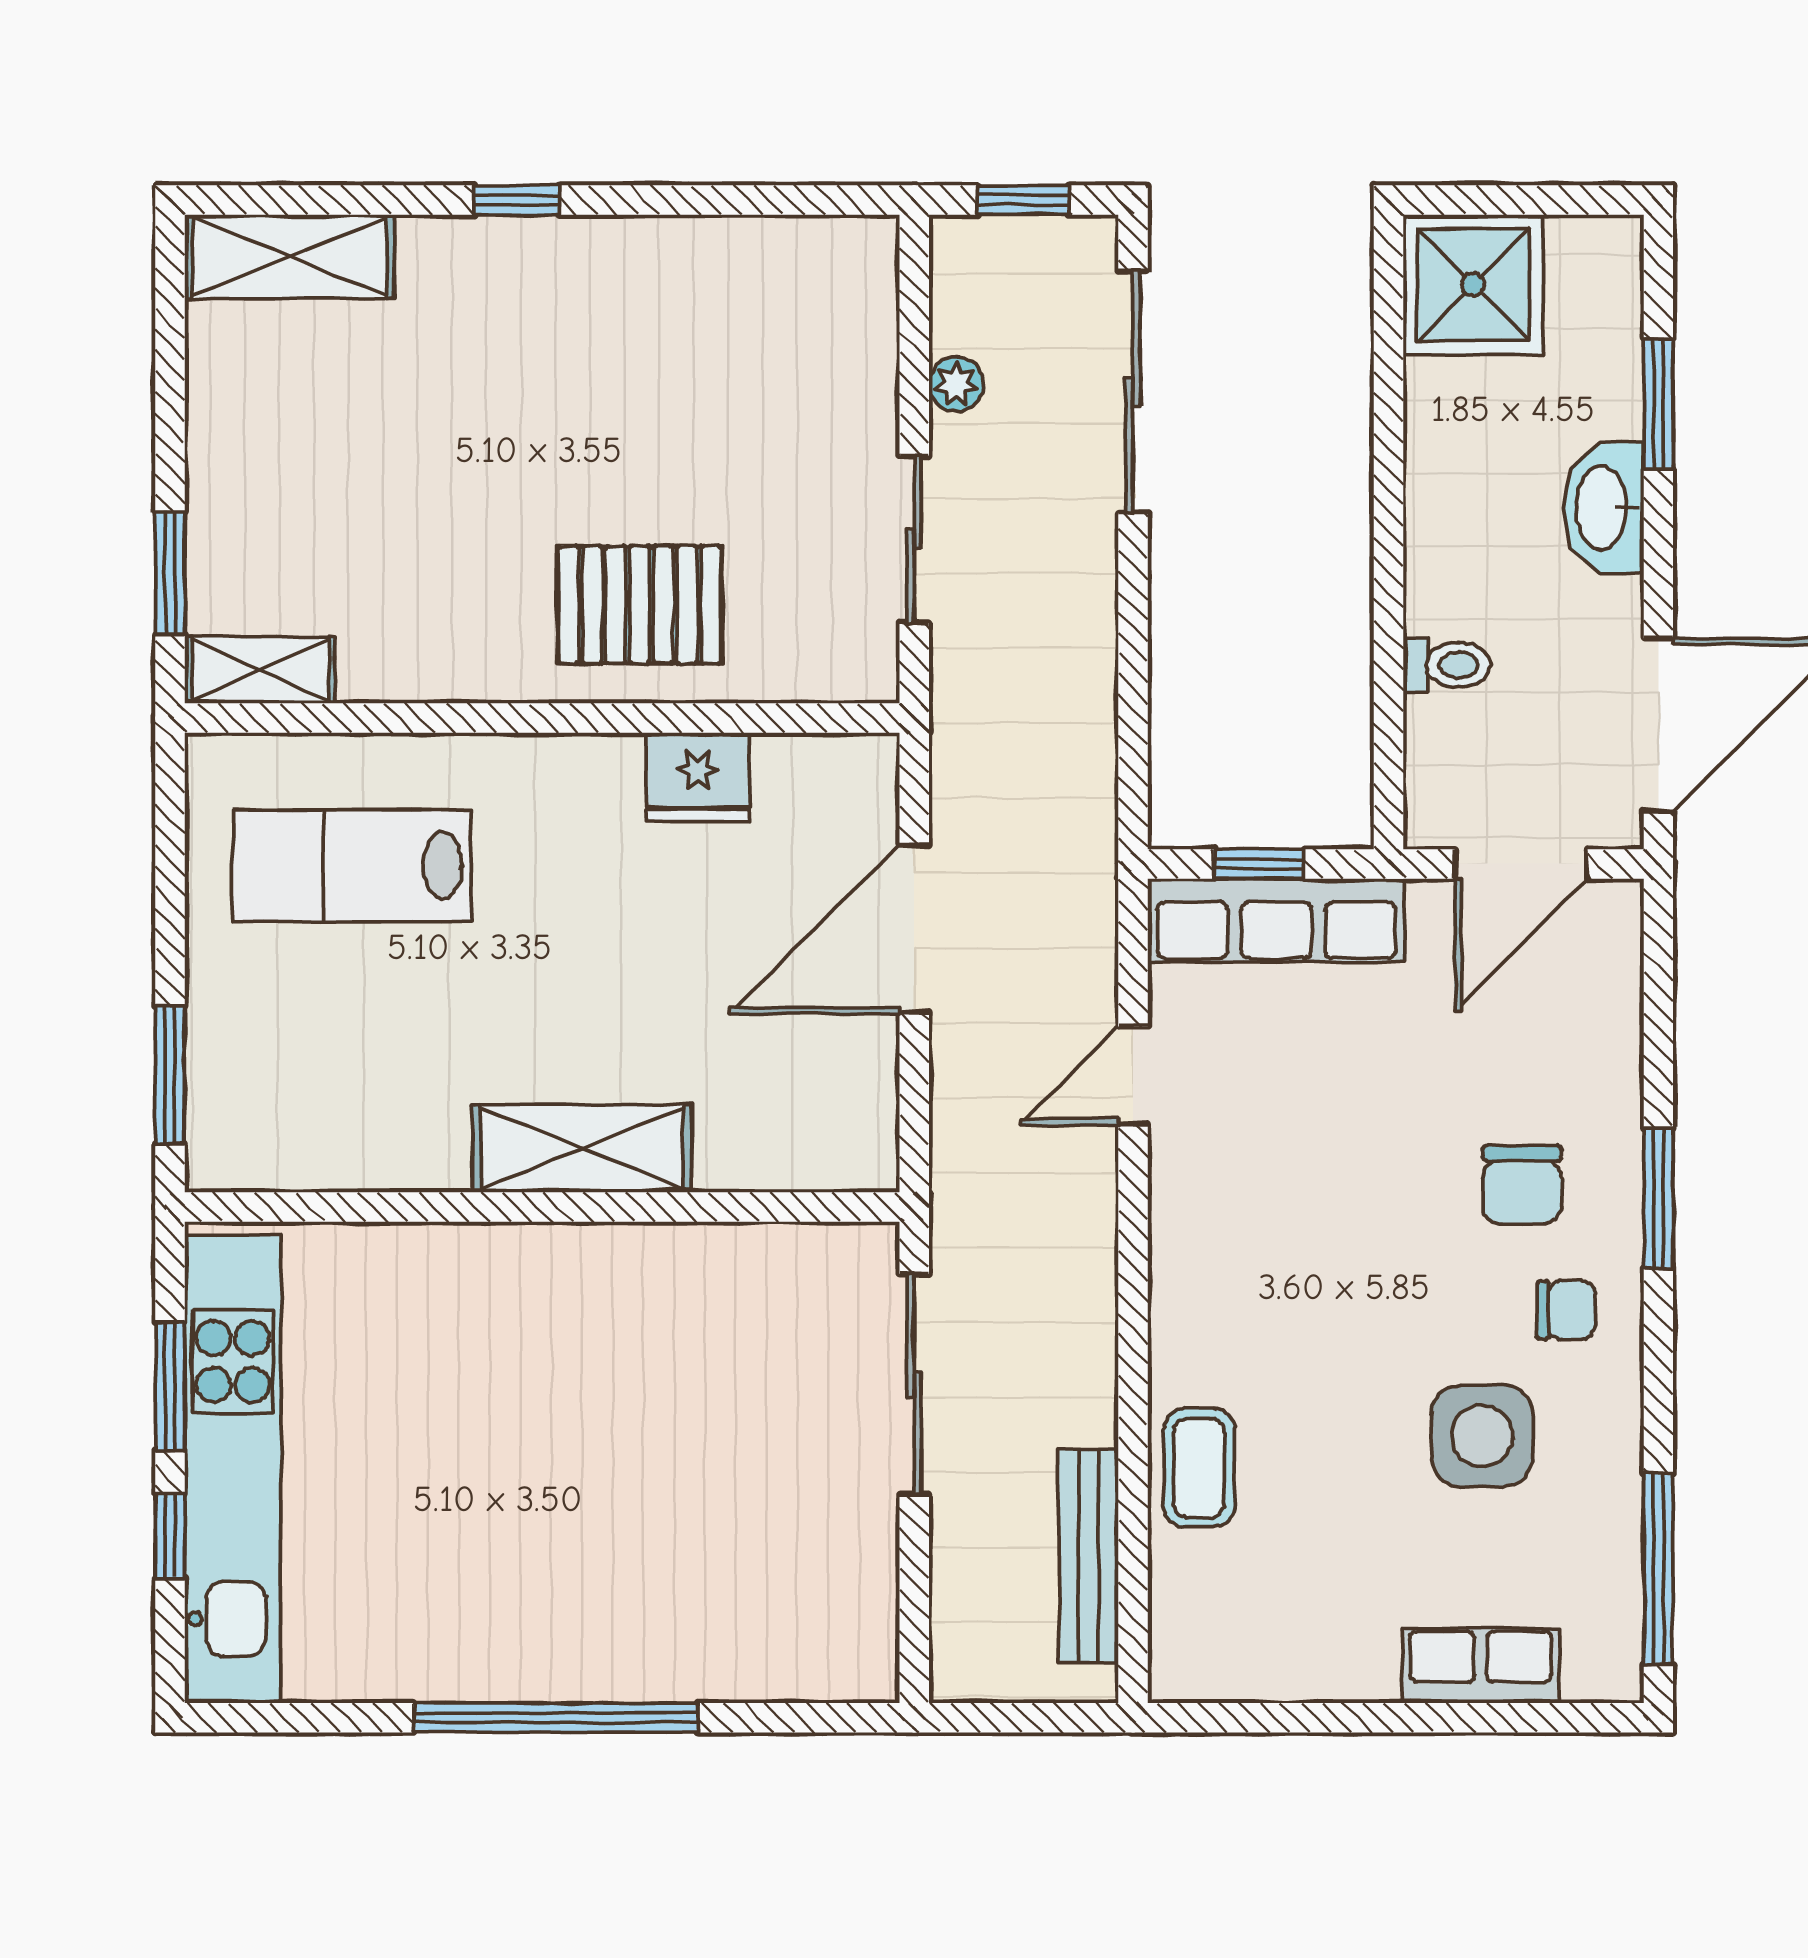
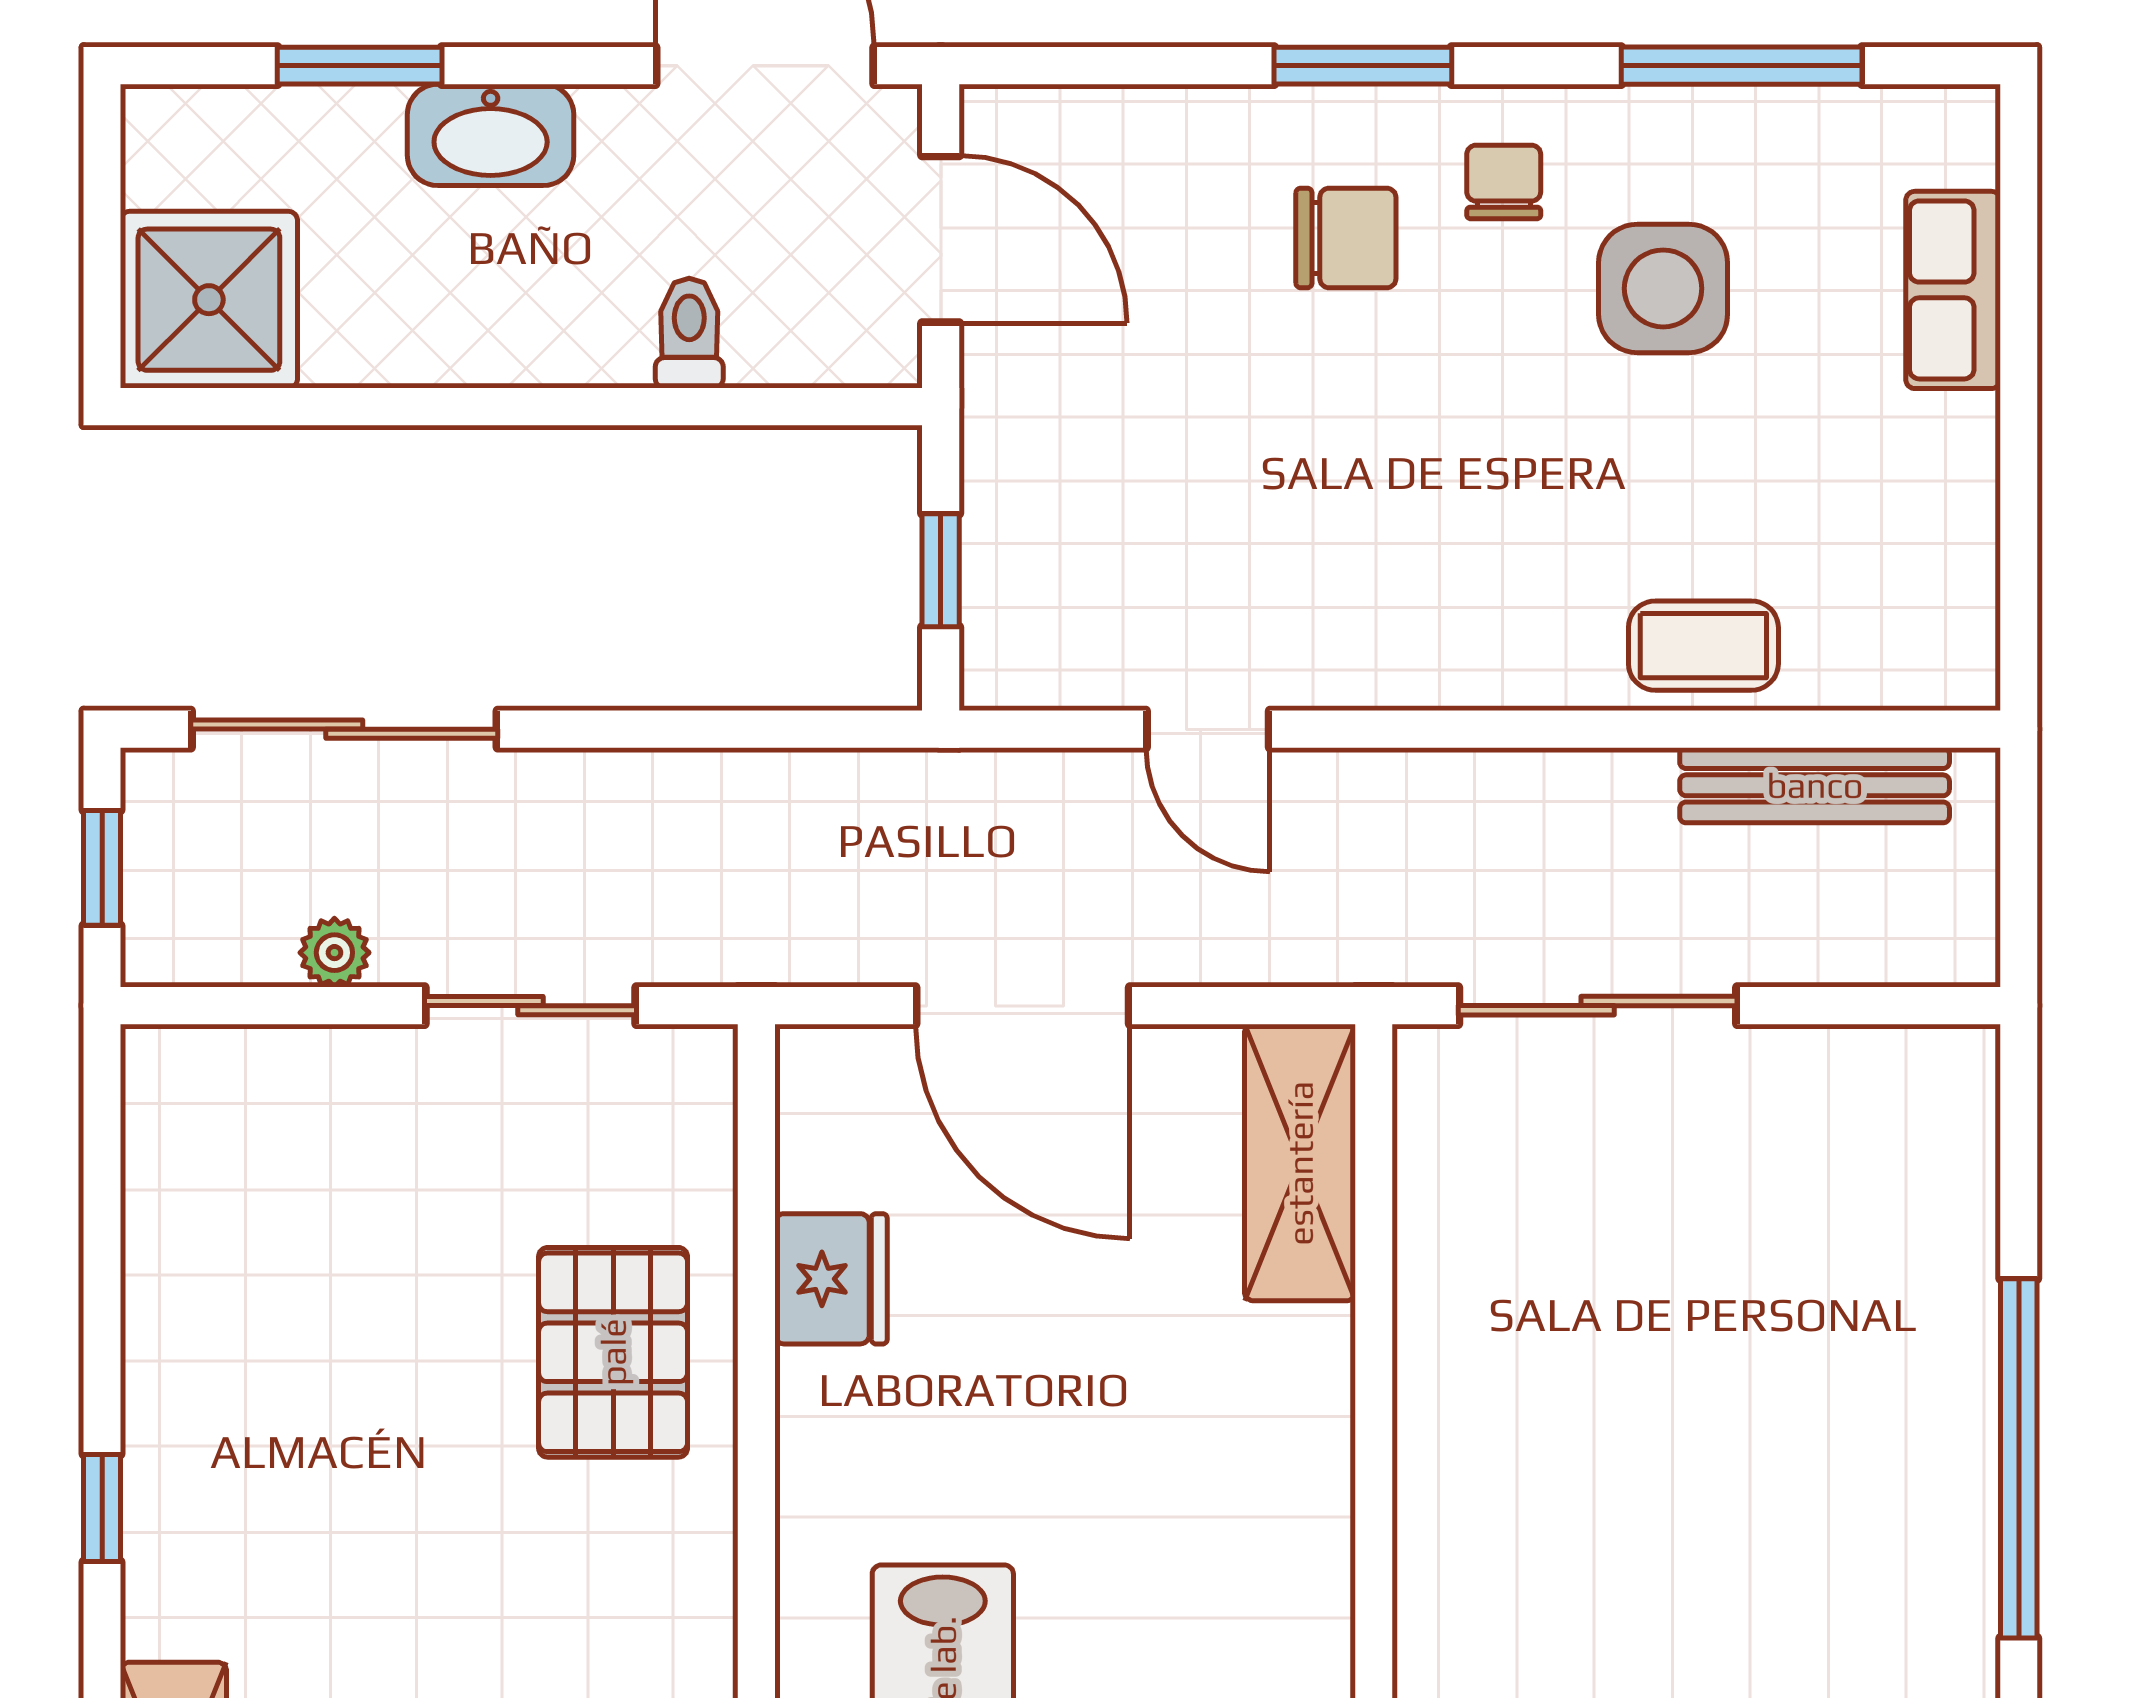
row of seats: (1276, 920) -> (1012, 548), removed
shelving: (582, 1148) -> (1300, 1163), moved
window: (1658, 1569) -> (1742, 66), moved

